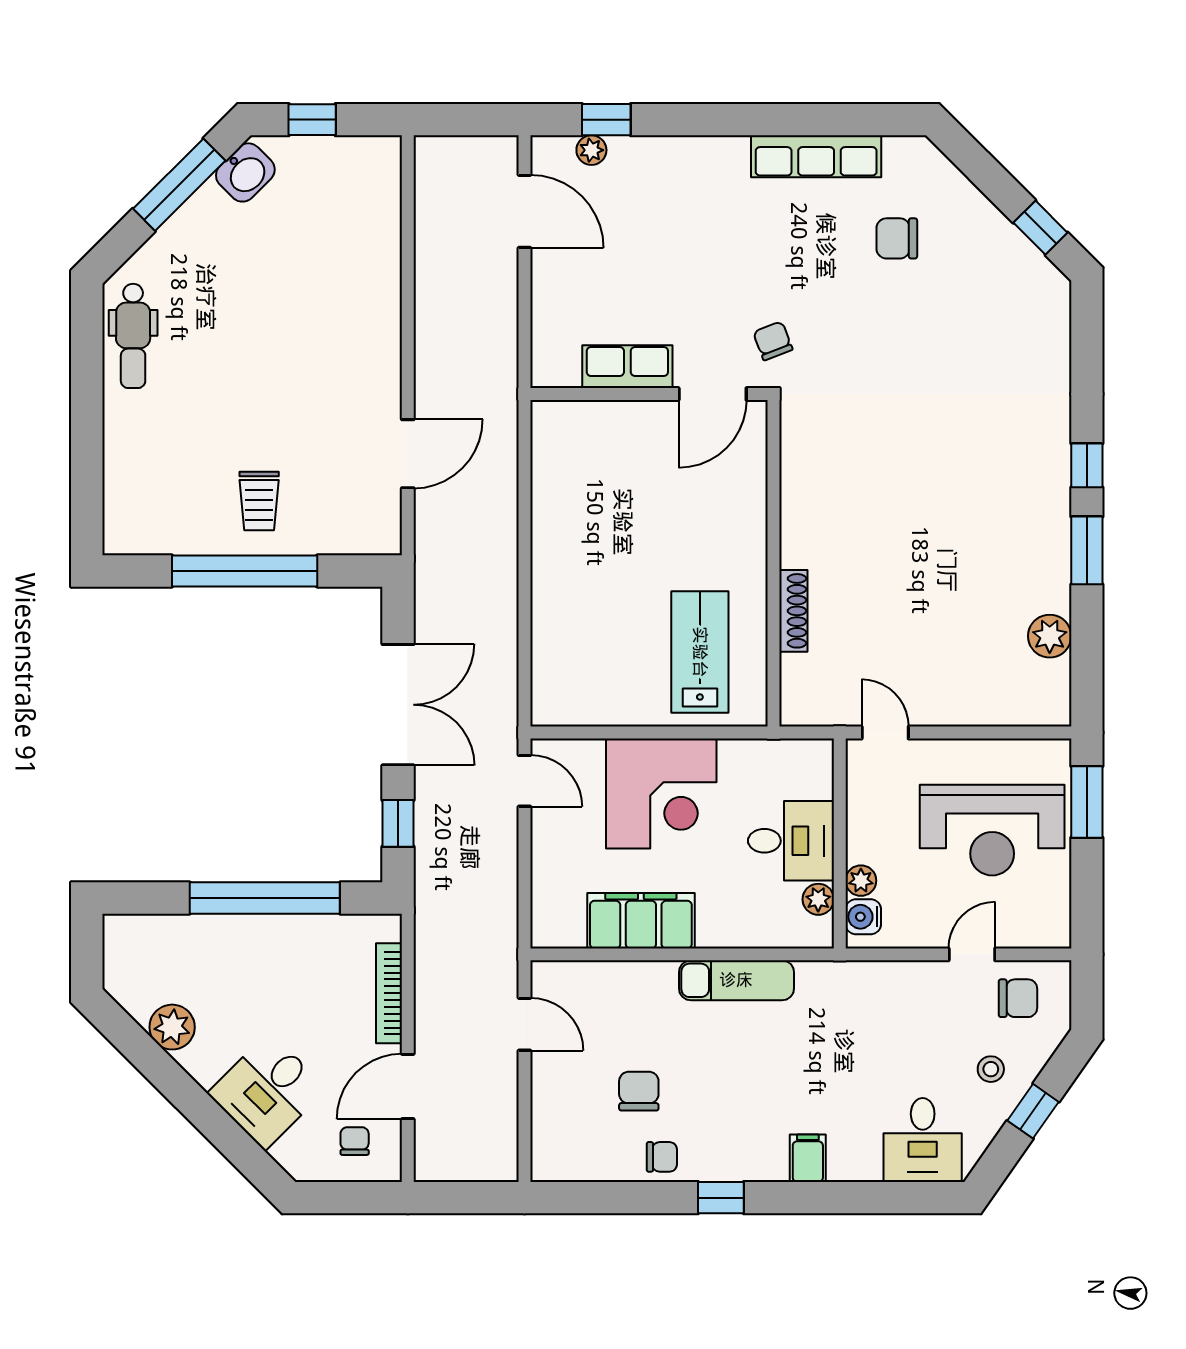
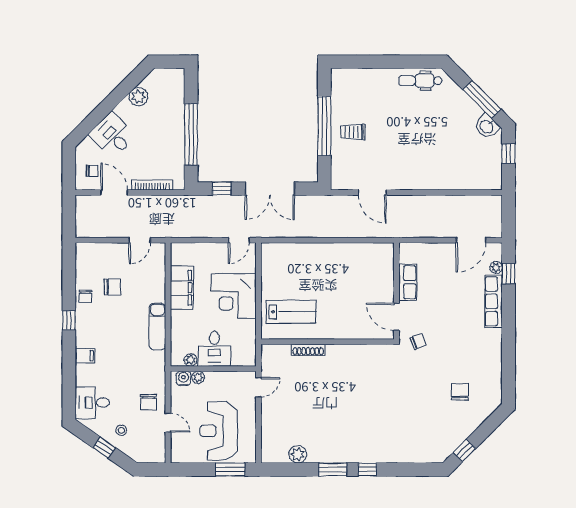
row of seats: (816, 156) -> (493, 301), moved
chair: (1018, 998) -> (148, 402), moved

